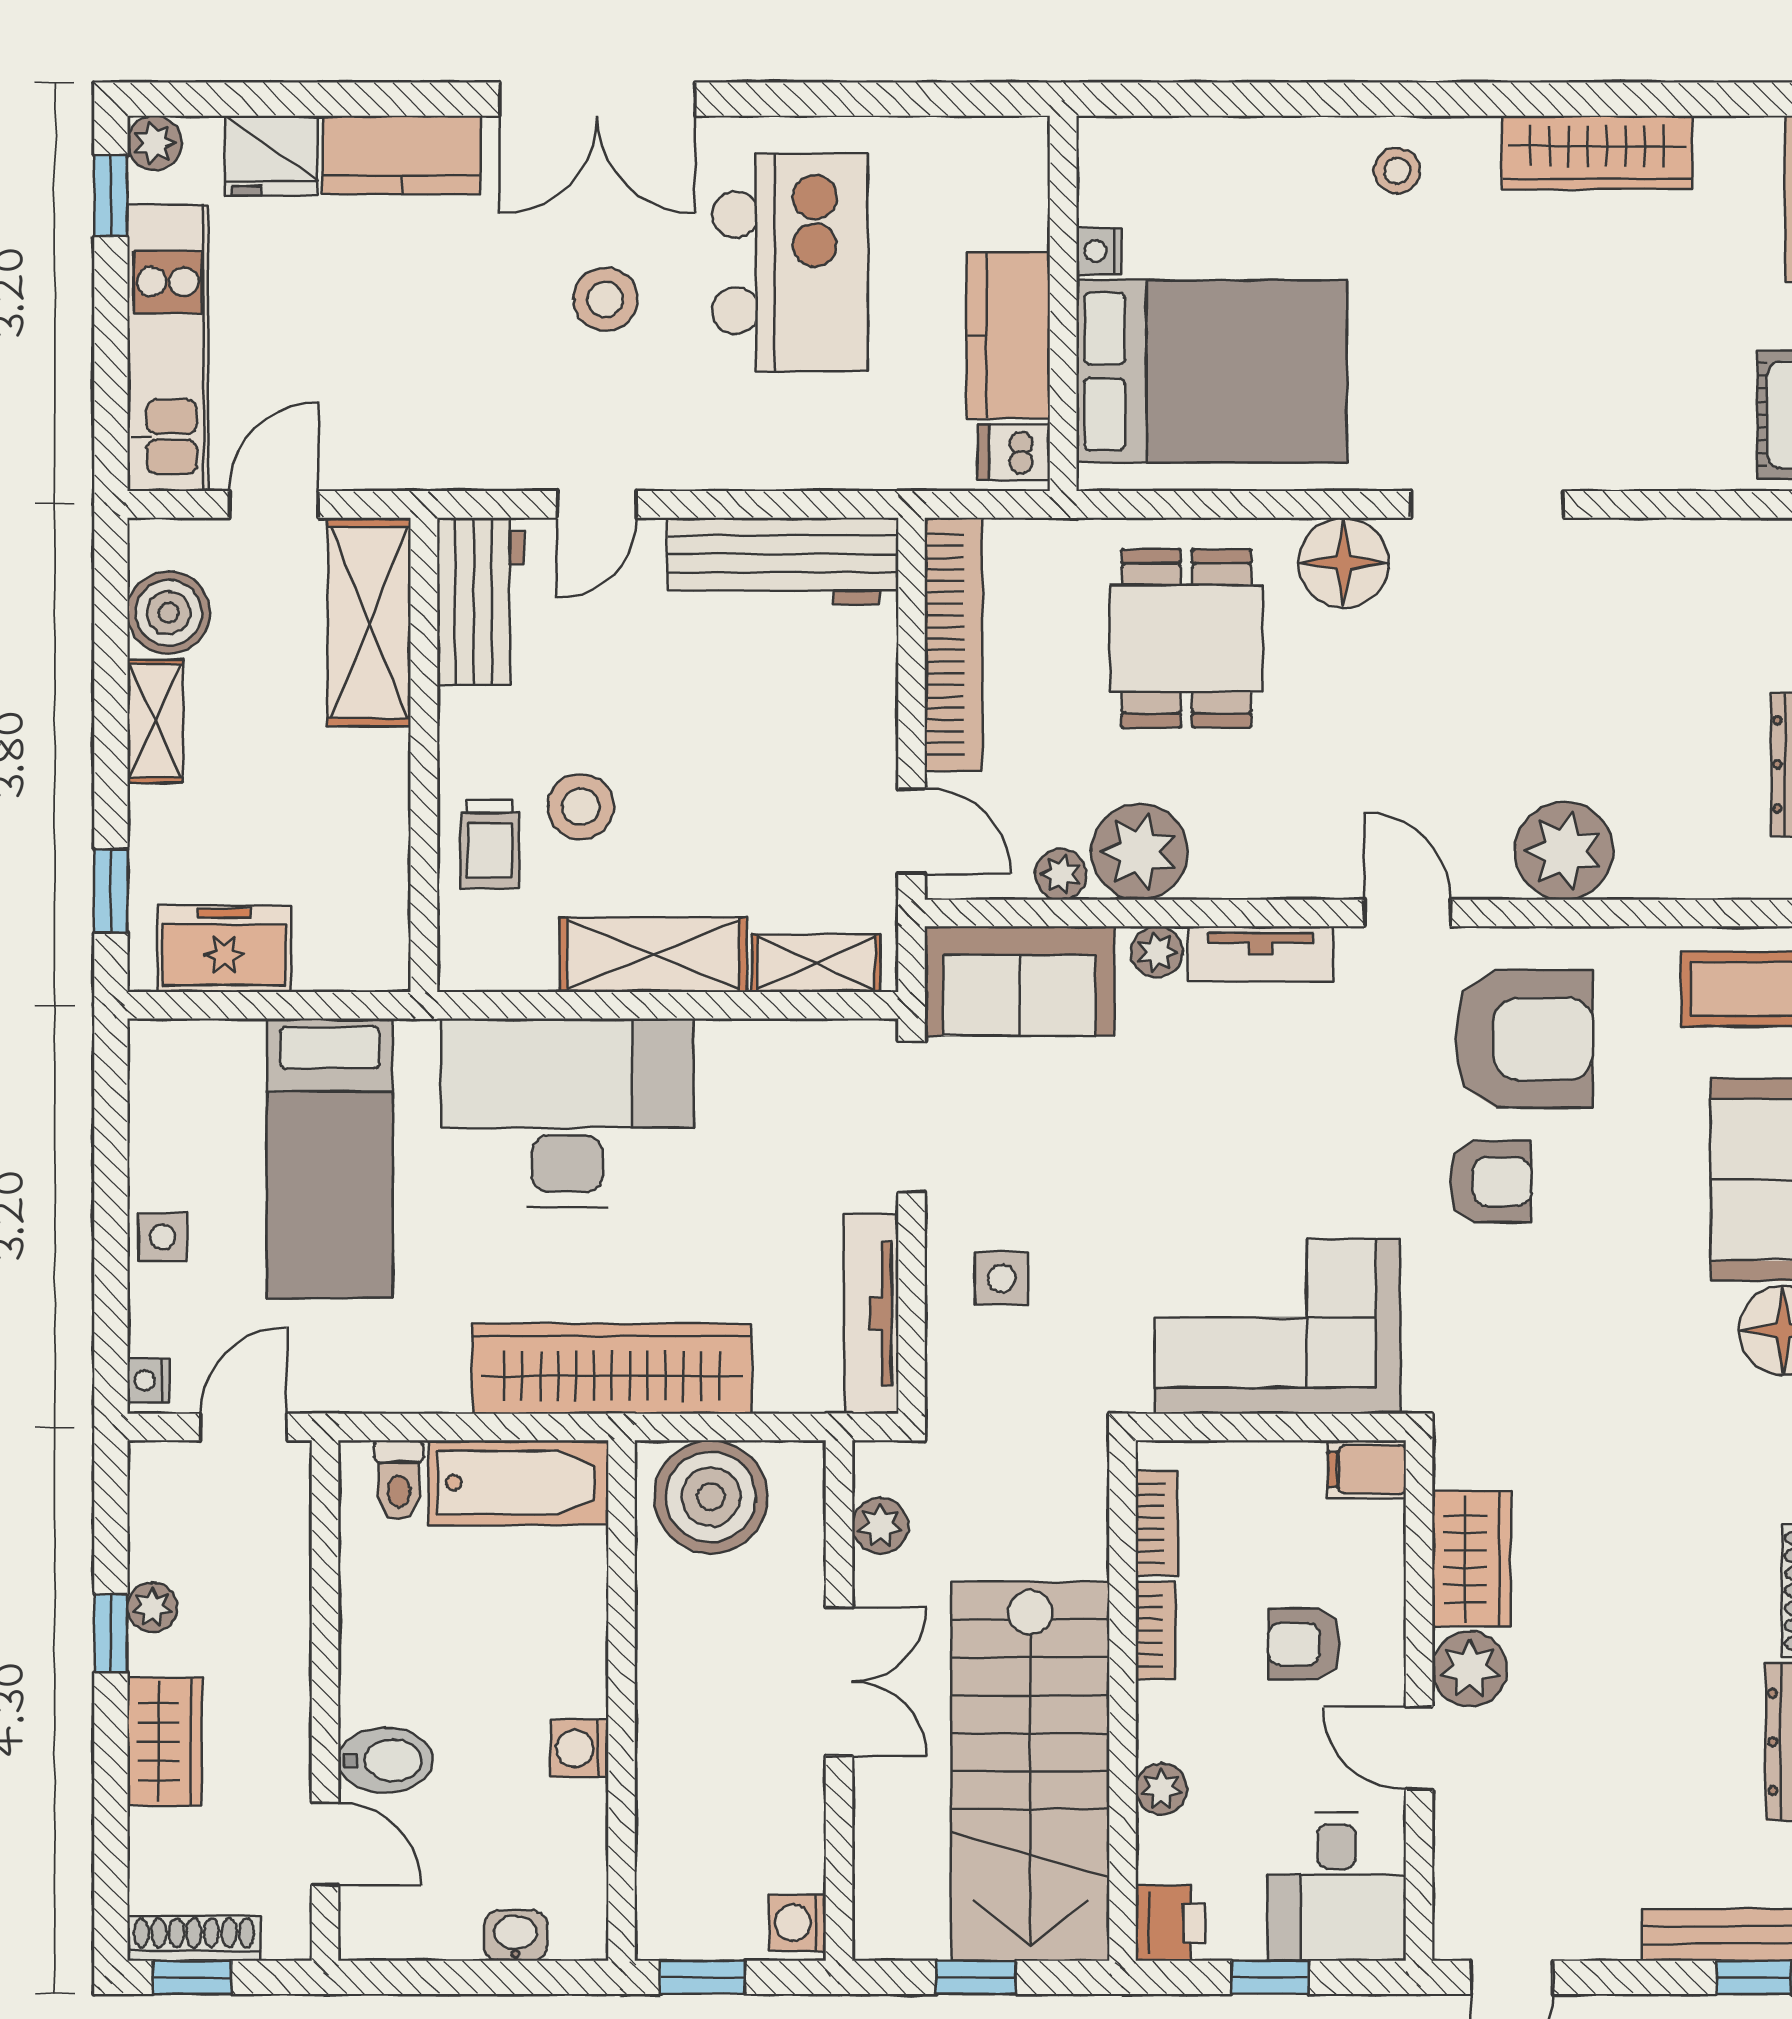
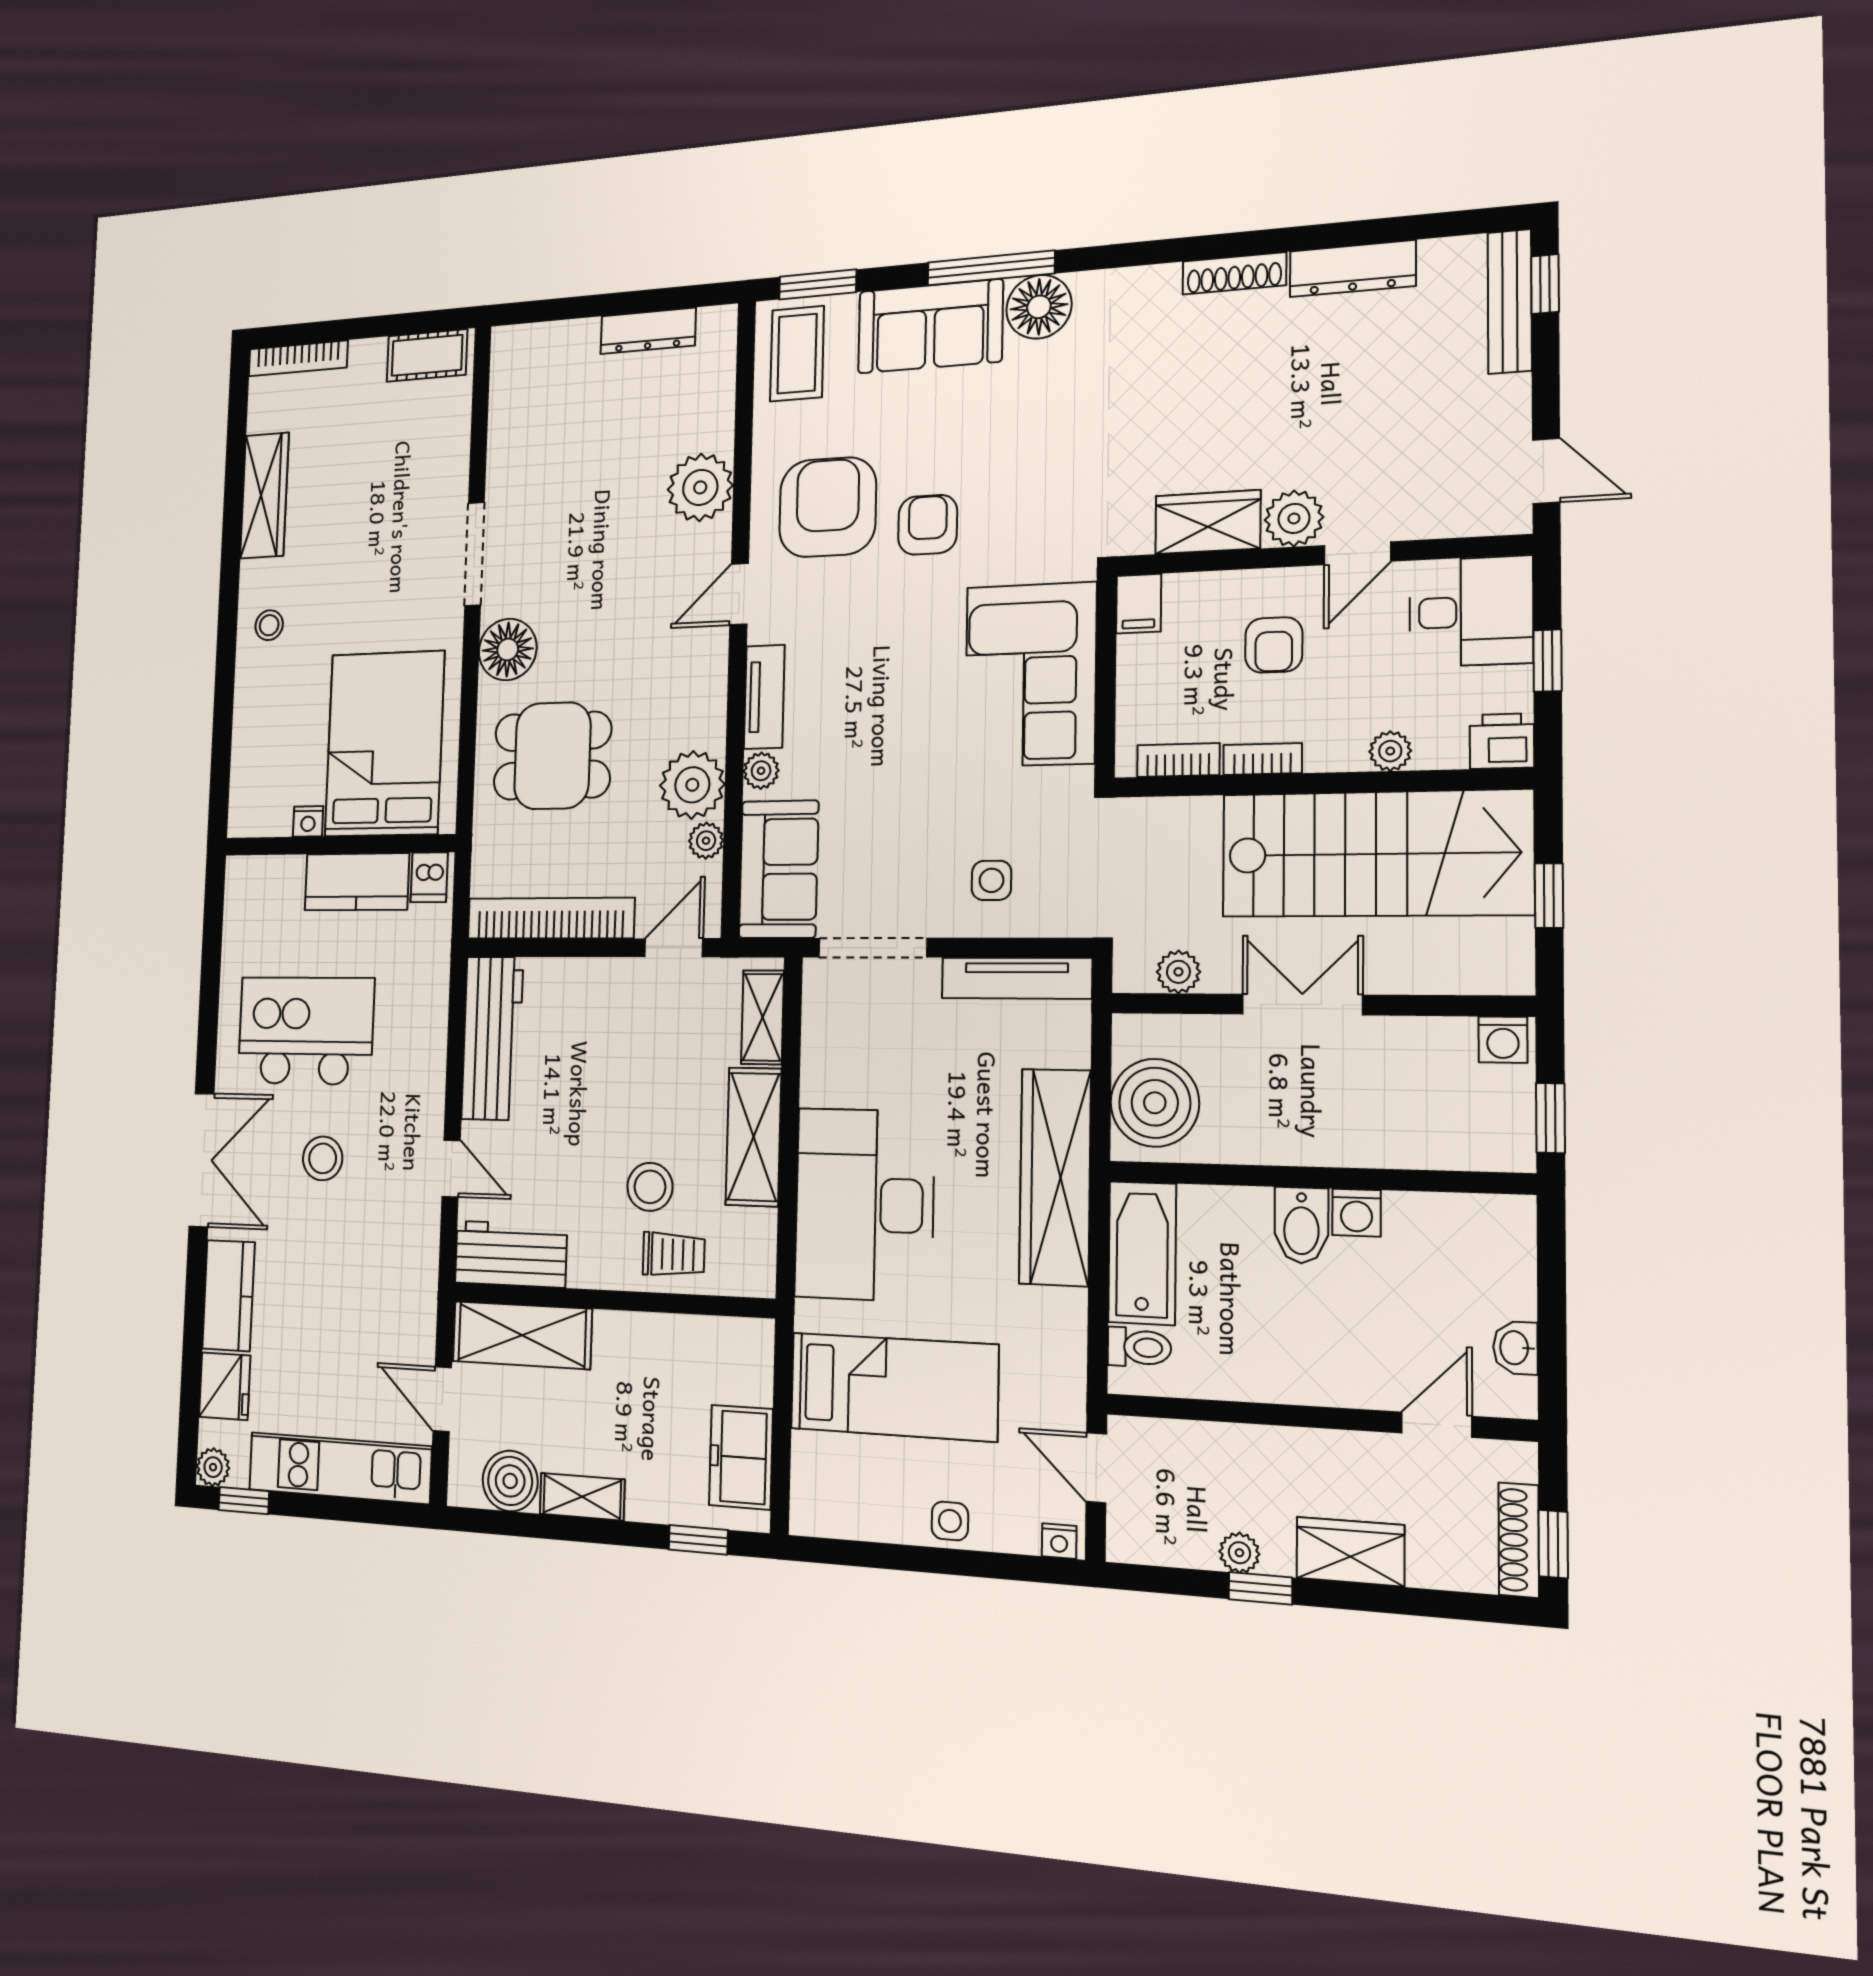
bidet: (385, 1760) -> (1301, 1225), moved, turned 180
washbasin: (515, 1935) -> (1515, 1348), moved

